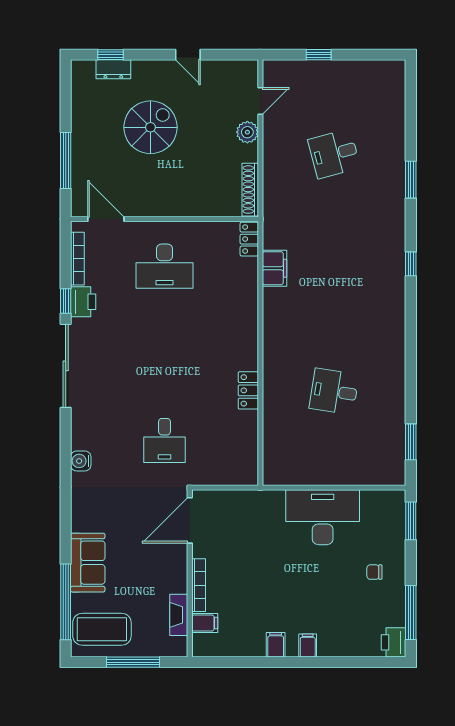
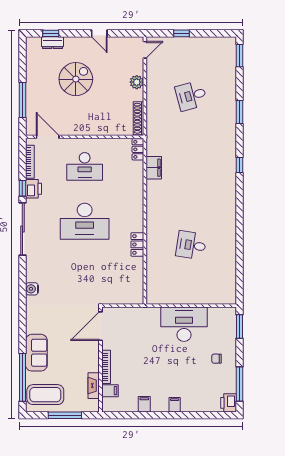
door: (260, 101) -> (145, 50), moved
desk: (165, 440) -> (85, 221), moved, width x1.87, depth x1.30
window: (411, 442) -> (239, 56), moved
filing cabinet: (276, 645) -> (144, 404), moved

